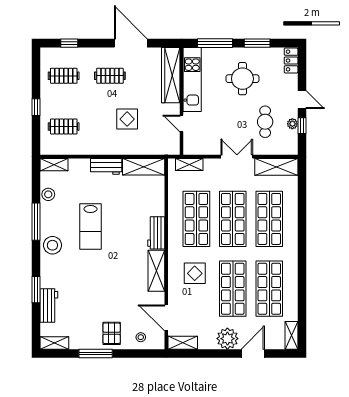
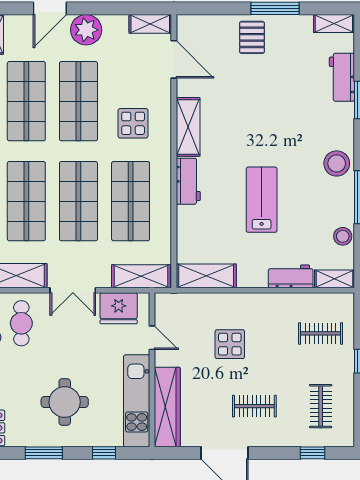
window: (215, 43) -> (104, 453), width x0.46
clothes rail: (64, 76) -> (321, 406), turned 90
cafe table: (265, 122) -> (21, 323), moved
fridge: (205, 144) -> (119, 308), added
shelving: (189, 164) -> (141, 276), width x1.50, depth x1.33
workbench: (106, 166) -> (291, 276), moved
lab bench: (90, 226) -> (262, 200), moved
stool: (141, 337) -> (210, 32), removed

